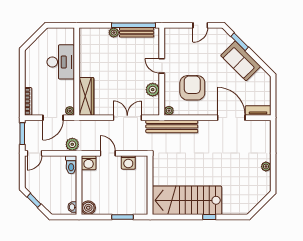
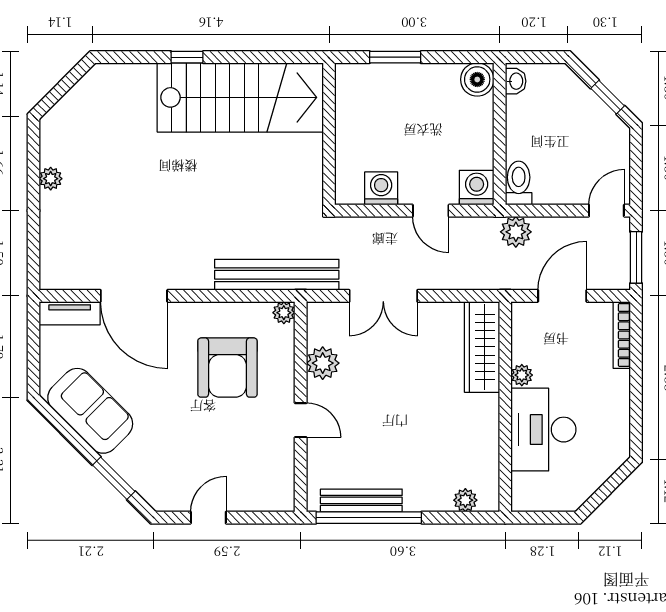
plant: (114, 33) -> (465, 500), moved
sofa: (241, 61) -> (90, 411), moved
plant: (70, 111) -> (522, 375), moved

